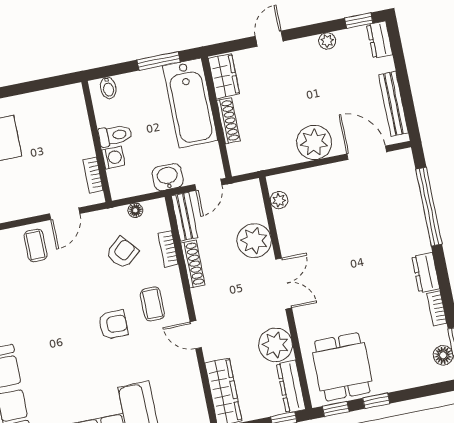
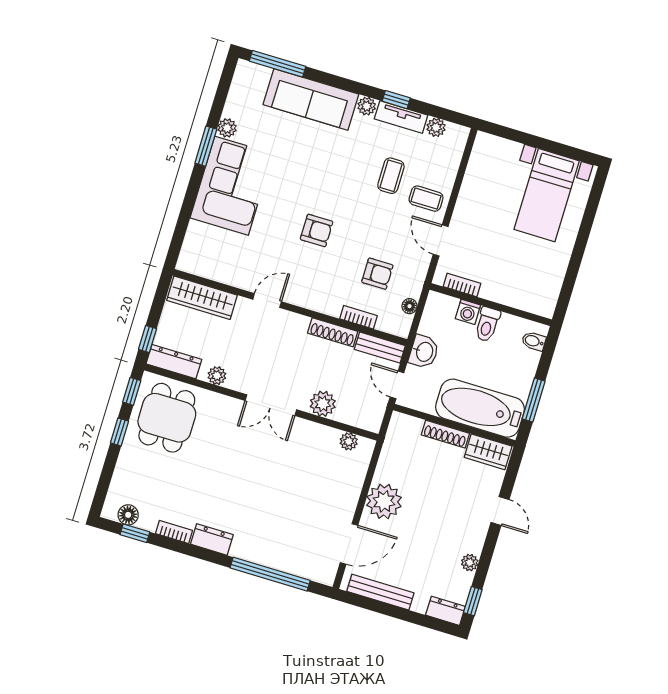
plant: (254, 241) -> (323, 404), width x0.73, depth x0.73
armchair: (122, 253) -> (377, 274), turned -50
coffee table: (152, 304) -> (391, 176), moved, turned 90
armchair: (113, 325) -> (317, 230), turned -90
plant: (275, 345) -> (217, 376), width x0.53, depth x0.53
dining table: (342, 367) -> (167, 418), turned 90

